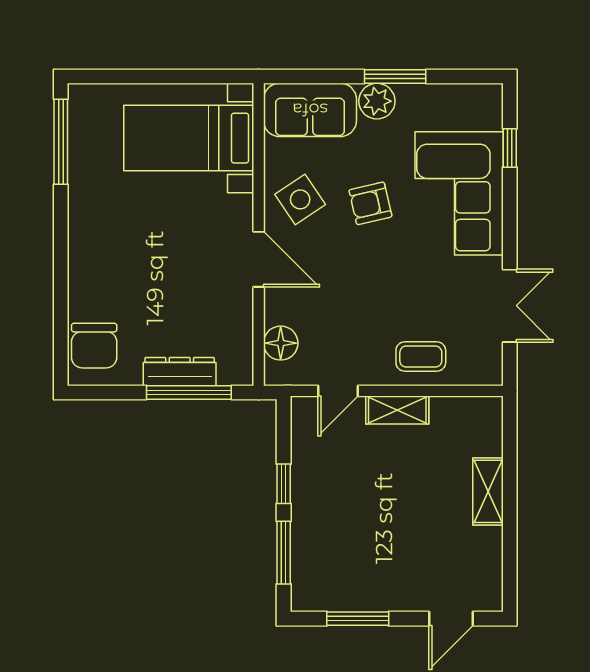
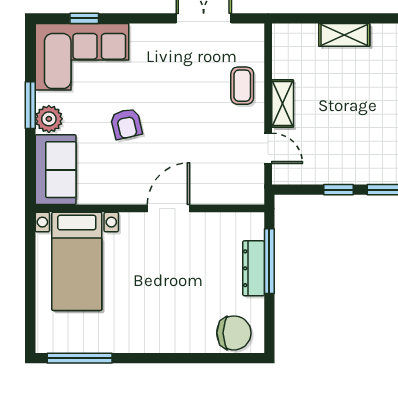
corner sofa: (459, 193) -> (82, 57), moved
side table: (300, 199) -> (123, 177), removed
floor lamp: (281, 343) -> (232, 192), removed

